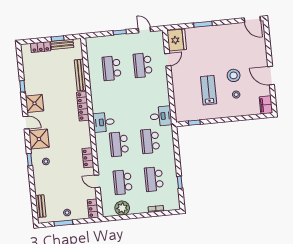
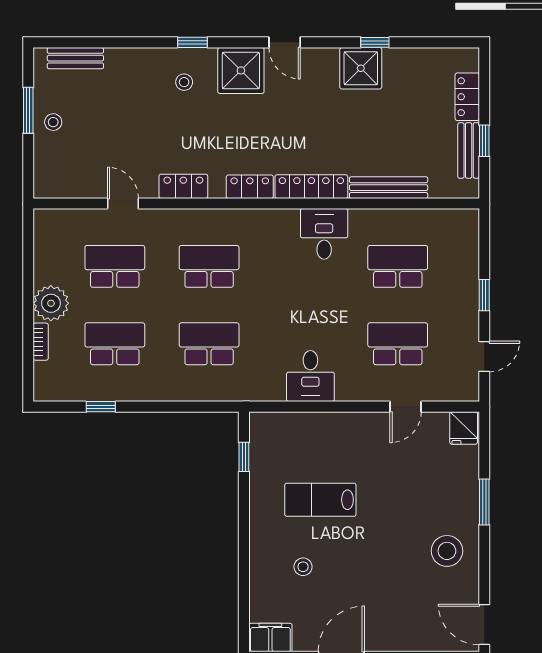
door: (252, 19) -> (484, 625), hinge flipped
fridge: (177, 40) -> (464, 428), width x0.53, depth x0.75
door: (168, 60) -> (406, 407), hinge flipped
stool: (234, 75) -> (447, 551), moved
lab bench: (209, 90) -> (320, 500), turned 180
shower: (35, 103) -> (361, 68), moved
desk: (161, 116) -> (310, 376), moved
desk: (104, 122) -> (324, 234), moved
door: (26, 123) -> (285, 42), hinge flipped
door: (97, 181) -> (123, 203), hinge flipped
plant: (122, 208) -> (51, 303), moved
locker: (93, 209) -> (250, 187), moved

